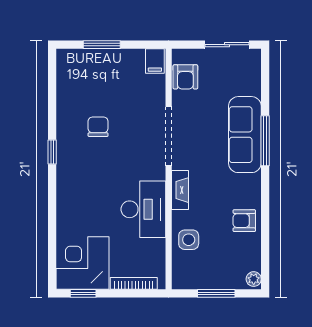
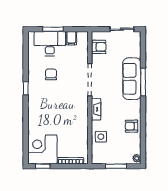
filing cabinet: (155, 61) -> (71, 38), moved
armchair: (185, 77) -> (99, 47), turned -90
desk: (143, 209) -> (50, 44), moved, turned -90

